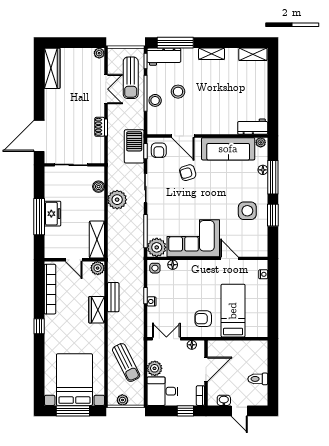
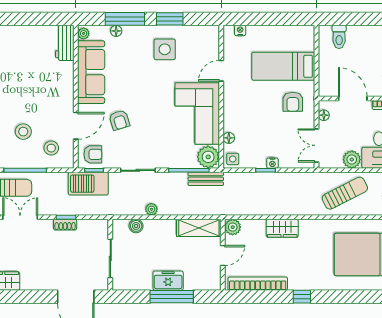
stool: (155, 100) -> (51, 148), moved
plant: (117, 200) -> (151, 209), width x0.53, depth x0.53
bench: (113, 297) -> (206, 179), moved
toilet: (258, 379) -> (339, 37), moved

